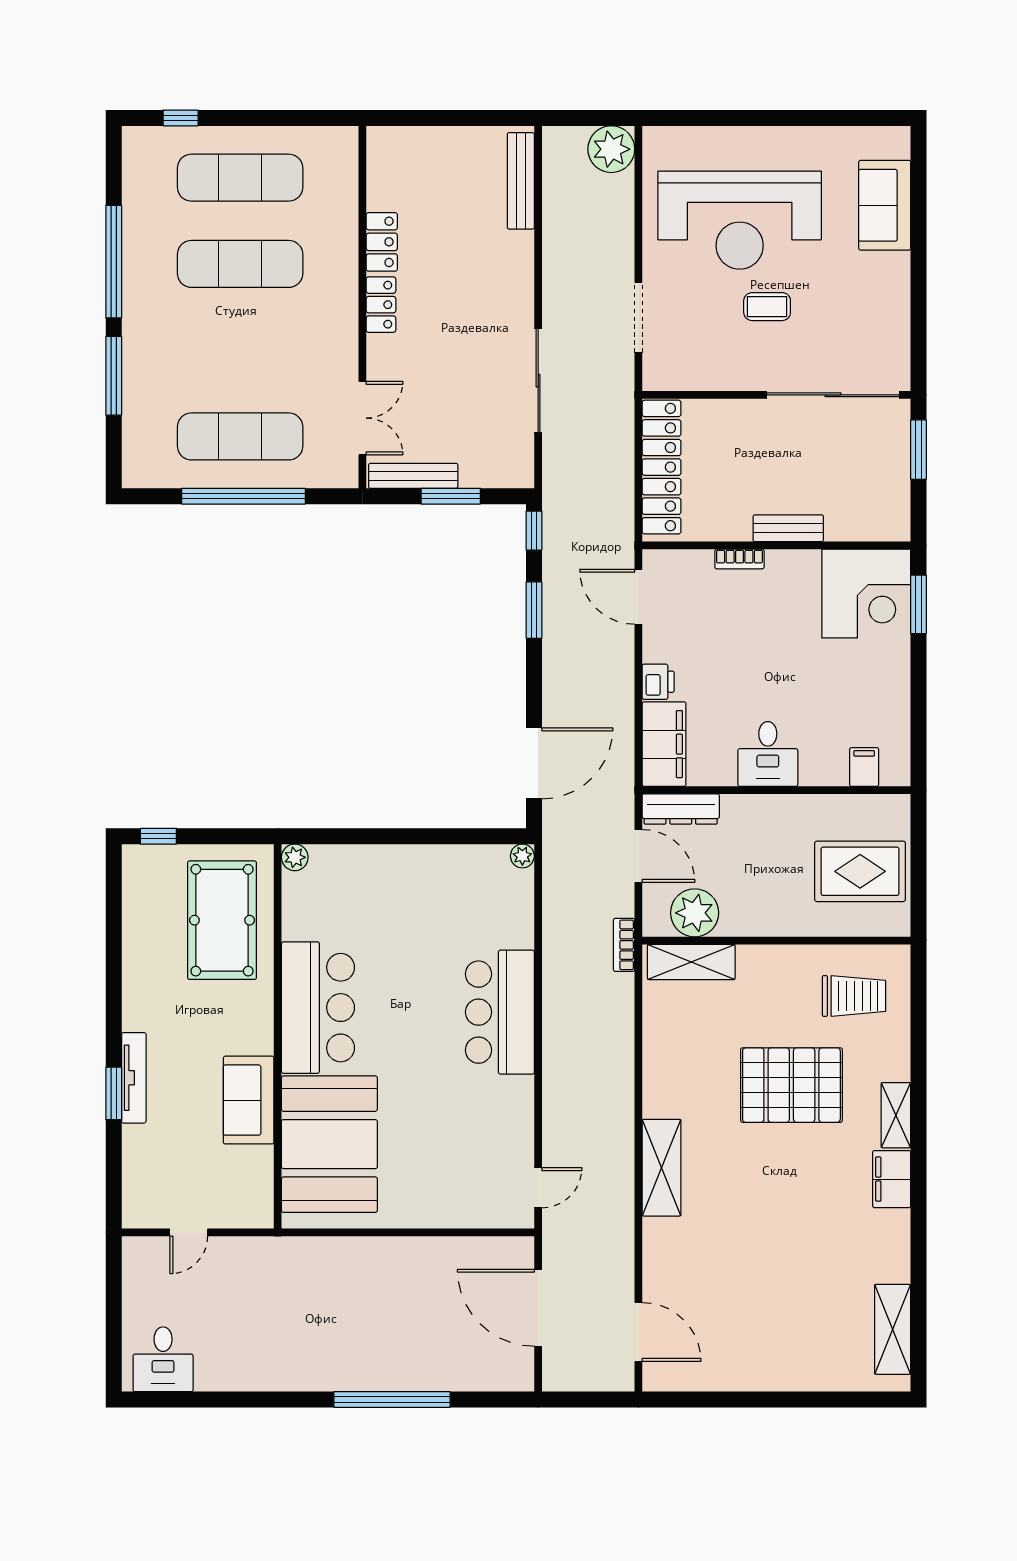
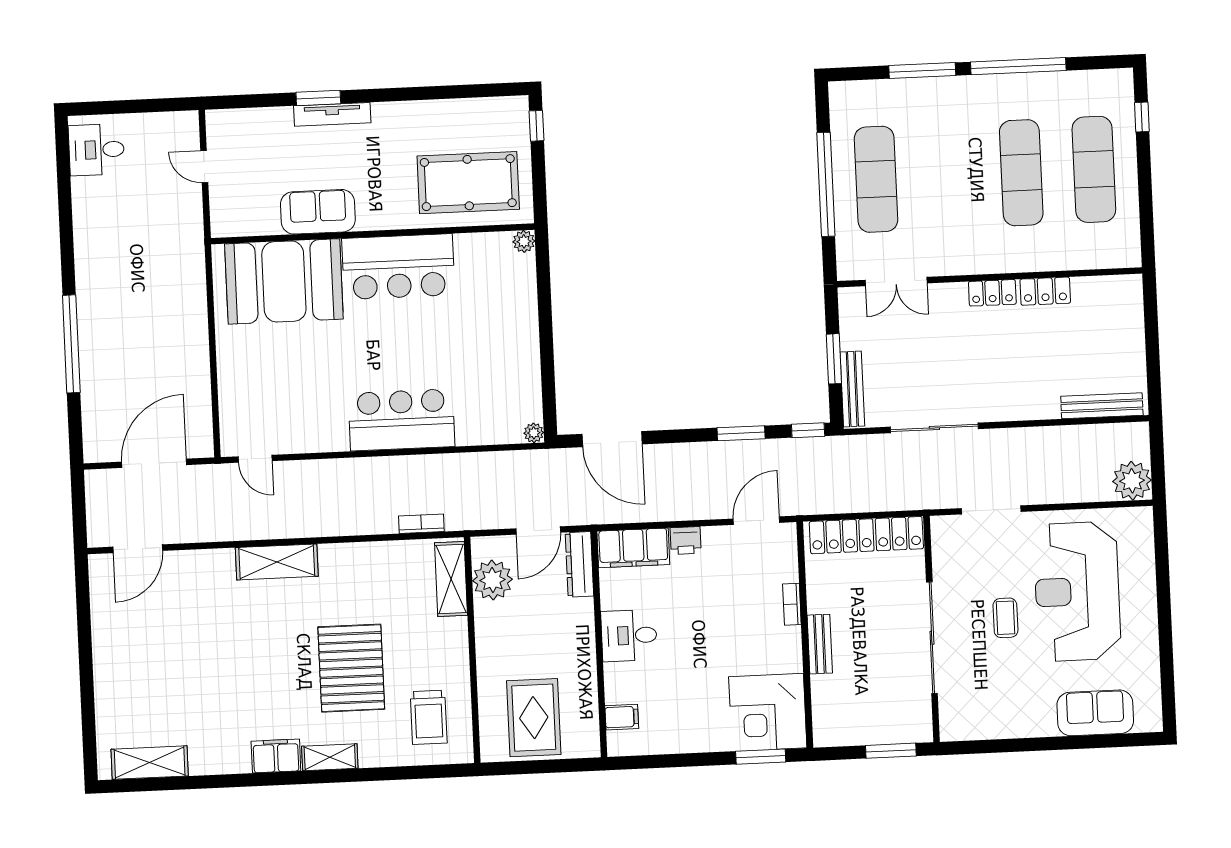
sliding door: (833, 395) -> (932, 638), moved
bench: (413, 476) -> (852, 389), moved
bookcase: (624, 945) -> (421, 524), moved

